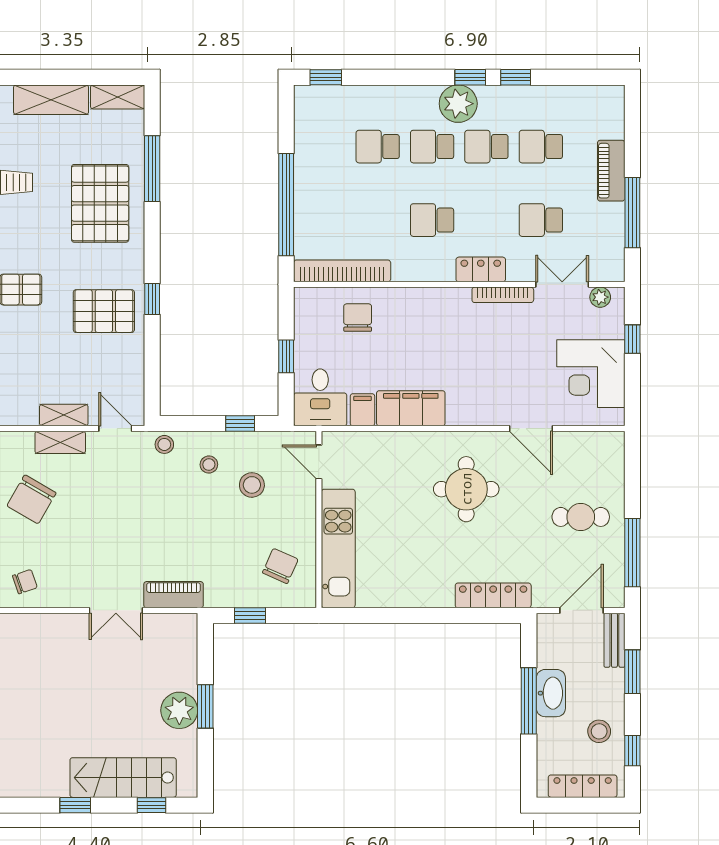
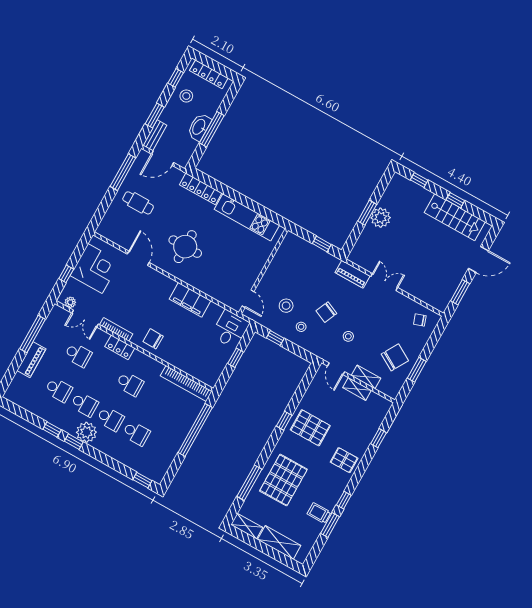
chair: (358, 318) -> (153, 339), moved, turned 91
filing cabinet: (362, 410) -> (213, 312), removed
stool: (164, 444) -> (348, 336), moved
kitchen unit: (338, 548) -> (247, 217), moved, turned -90
chair: (280, 566) -> (326, 312), moved
stairs: (123, 778) -> (455, 217), moved

